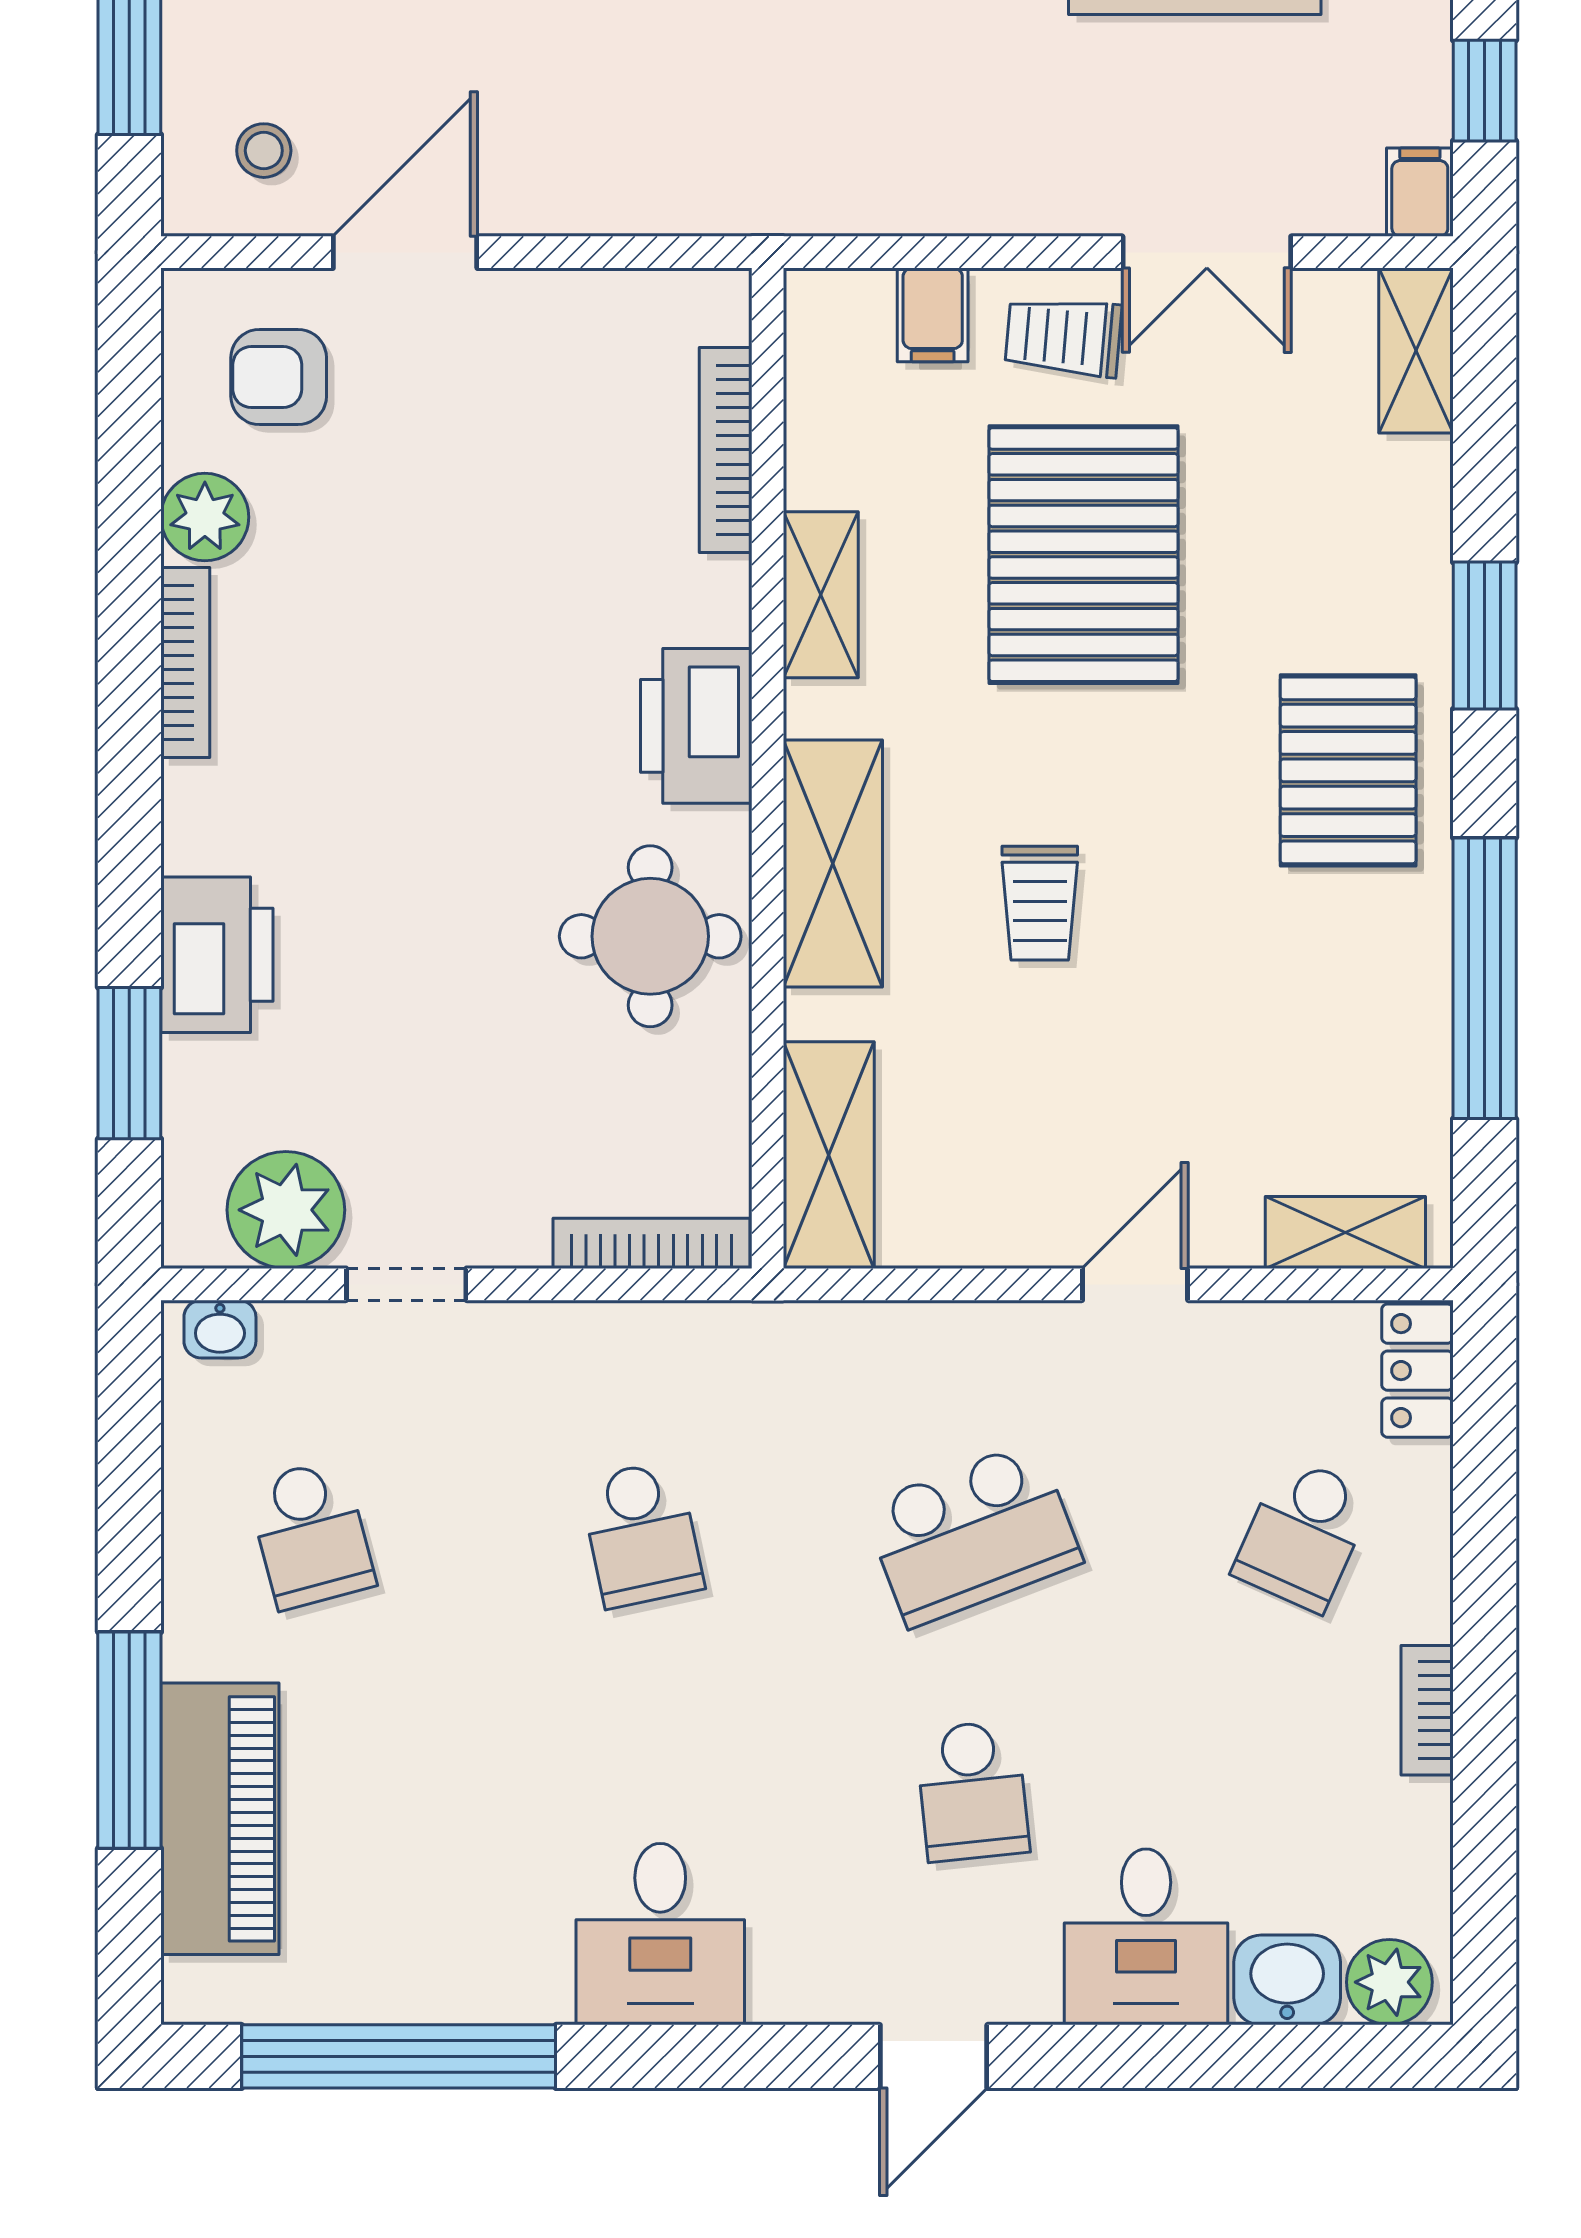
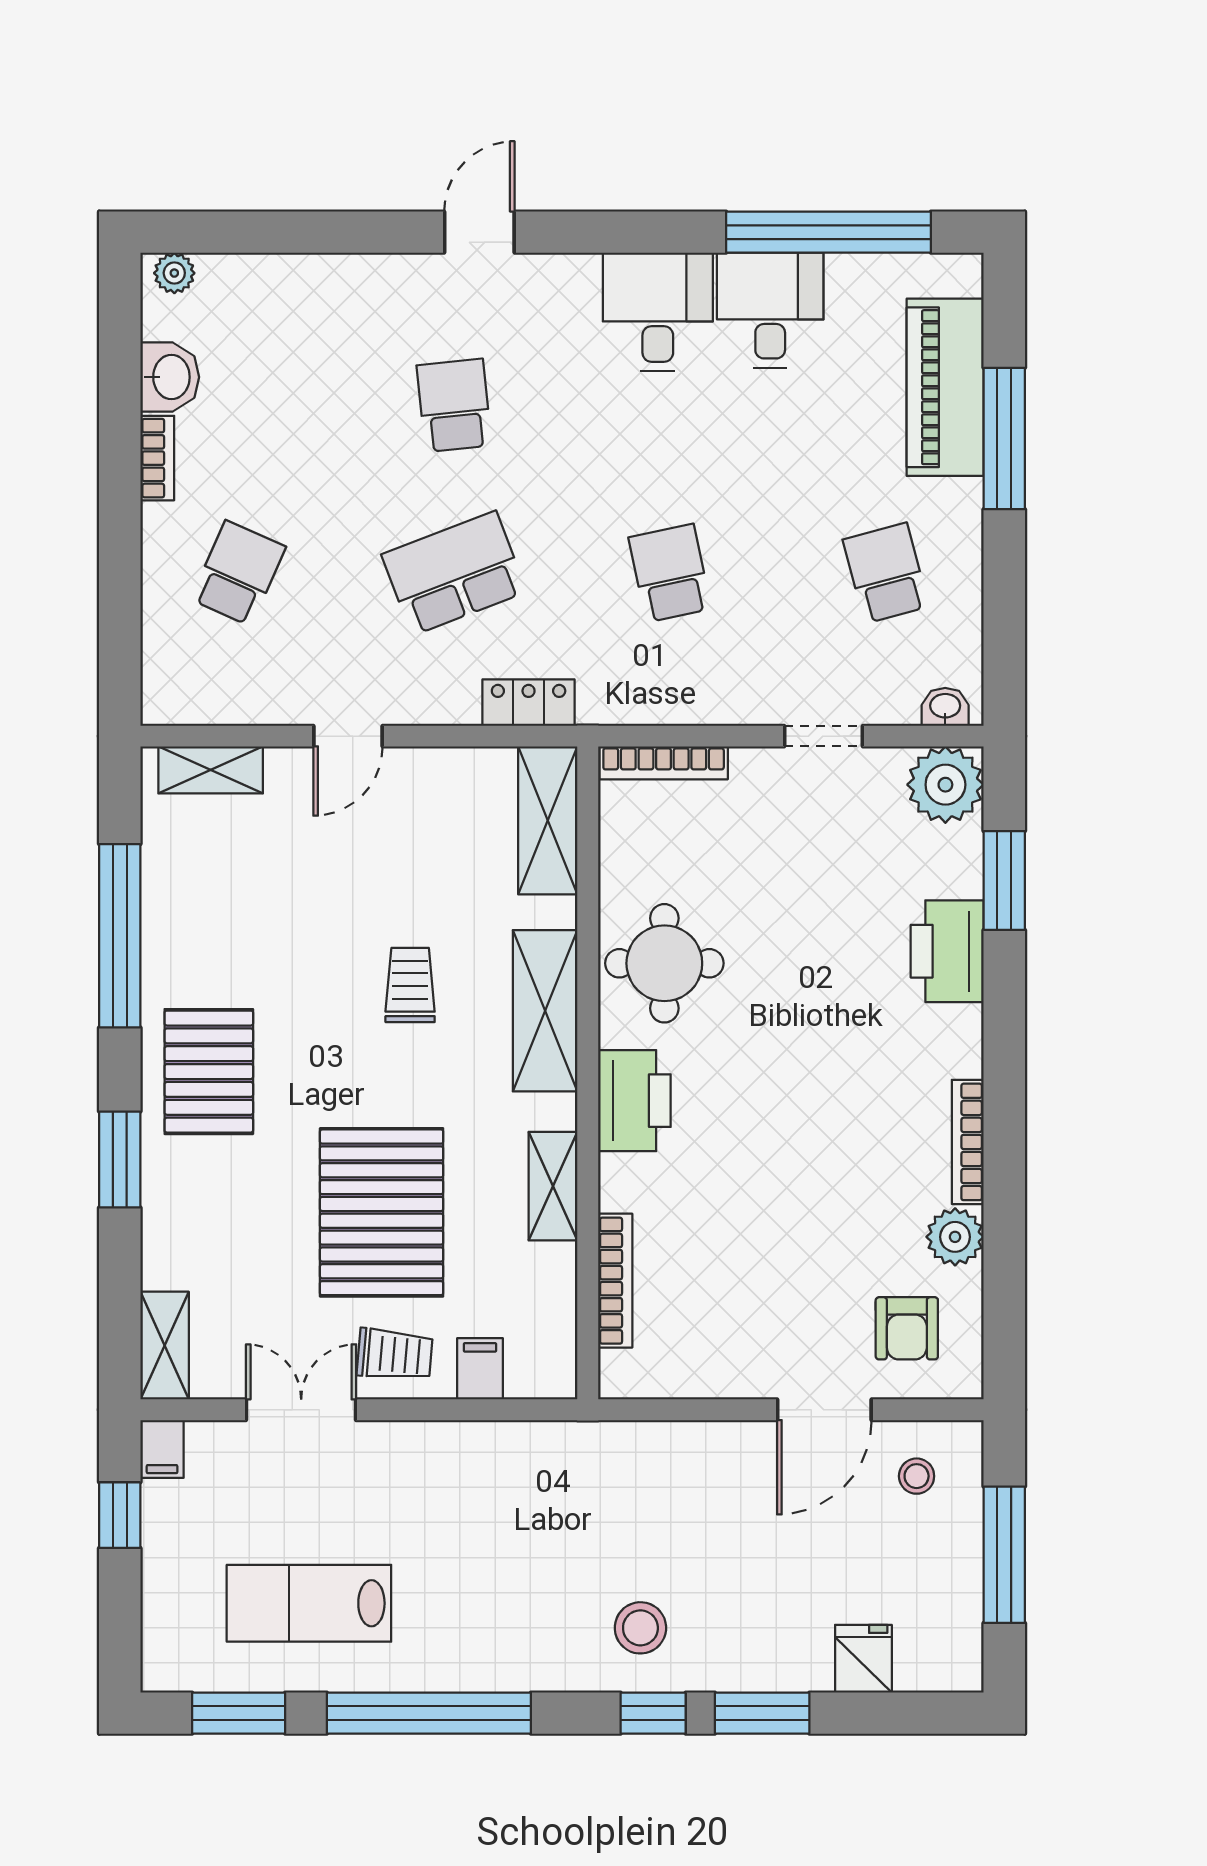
armchair: (279, 377) -> (907, 1328), turned 90
plant: (286, 1210) -> (945, 785), moved
locker: (1417, 1371) -> (529, 703), moved, turned -90
desk: (1146, 1937) -> (770, 310), moved
washbasin: (1287, 1980) -> (170, 377), moved, turned -90
plant: (1389, 1982) -> (174, 273), width x0.73, depth x0.73

